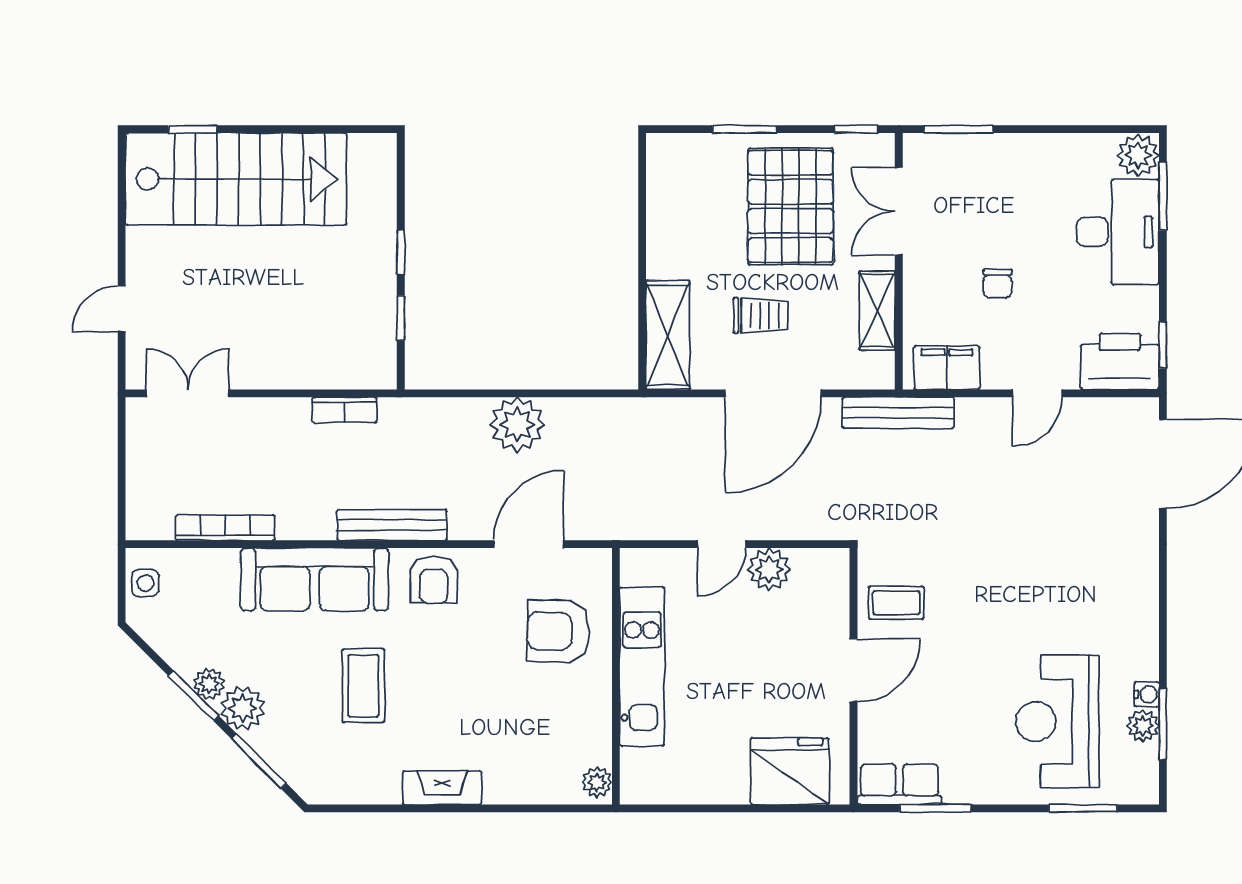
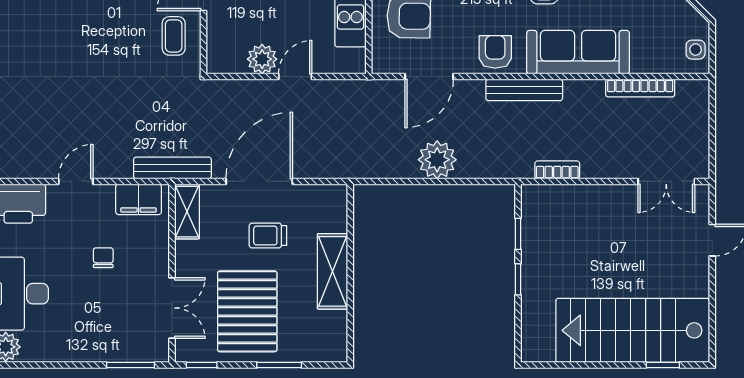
shelving: (877, 311) -> (187, 212), moved
shelving: (668, 335) -> (333, 271), moved
coffee table: (896, 603) -> (174, 36), turned 90

